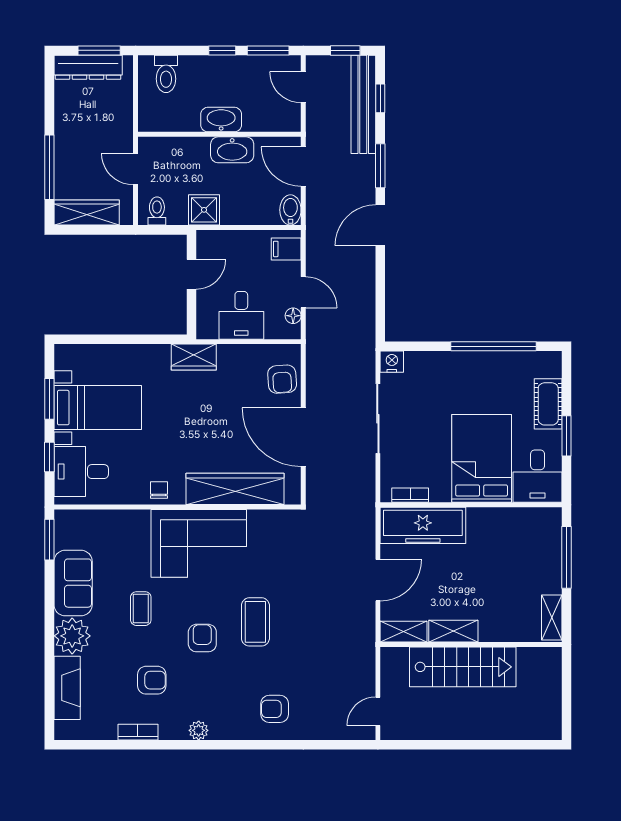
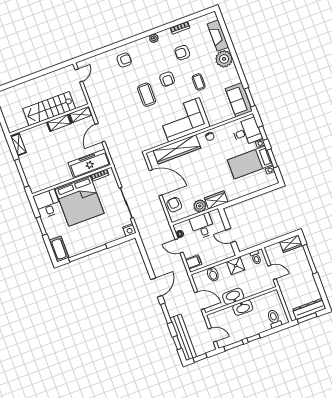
bidet: (290, 210) -> (213, 274), moved
wardrobe: (87, 213) -> (291, 244), width x0.67
door: (191, 274) -> (231, 236), hinge flipped
plant: (232, 357) -> (200, 206), added
cot: (548, 404) -> (59, 249), moved
bed: (482, 458) -> (79, 201), width x1.36
sofa: (73, 583) -> (239, 100), moved

